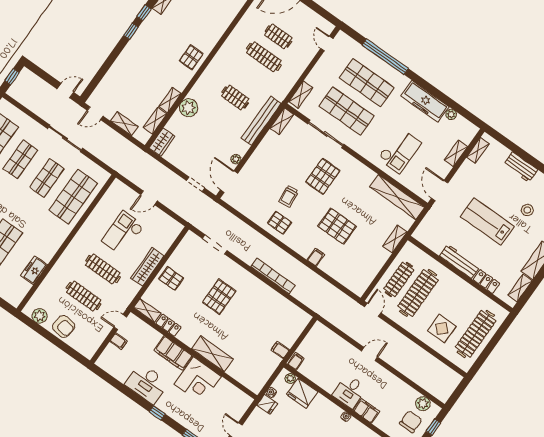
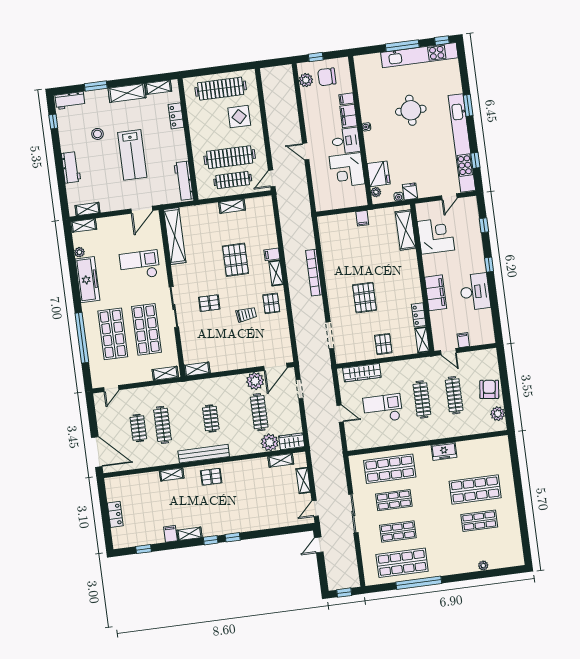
door: (65, 91) -> (319, 545), hinge flipped
shelving: (170, 100) -> (172, 475), moved
plant: (189, 108) -> (270, 442), moved
door: (95, 113) -> (315, 508), swing flipped
bench: (261, 121) -> (204, 454), moved
sliding door: (326, 134) -> (174, 307), moved
clothes rail: (206, 138) -> (259, 412), added
shelving: (456, 153) -> (84, 225), moved
plant: (236, 159) -> (255, 381), width x1.88, depth x1.88
pallet: (323, 176) -> (209, 303), width x0.67, depth x0.71
checkout: (123, 233) -> (383, 409), turned 180
shelving: (395, 239) -> (232, 206), moved
shelving: (299, 247) -> (276, 273), added
workbench: (460, 261) -> (184, 181), moved
wardrobe: (147, 267) -> (362, 373), moved
freezer: (34, 270) -> (444, 451), moved
pallet: (219, 297) -> (365, 298), turned 90
shelving: (212, 354) -> (405, 230), moved
filing cabinet: (296, 361) -> (347, 99), moved
corner desk: (327, 372) -> (347, 170), added
corner desk: (198, 380) -> (436, 236), moved

